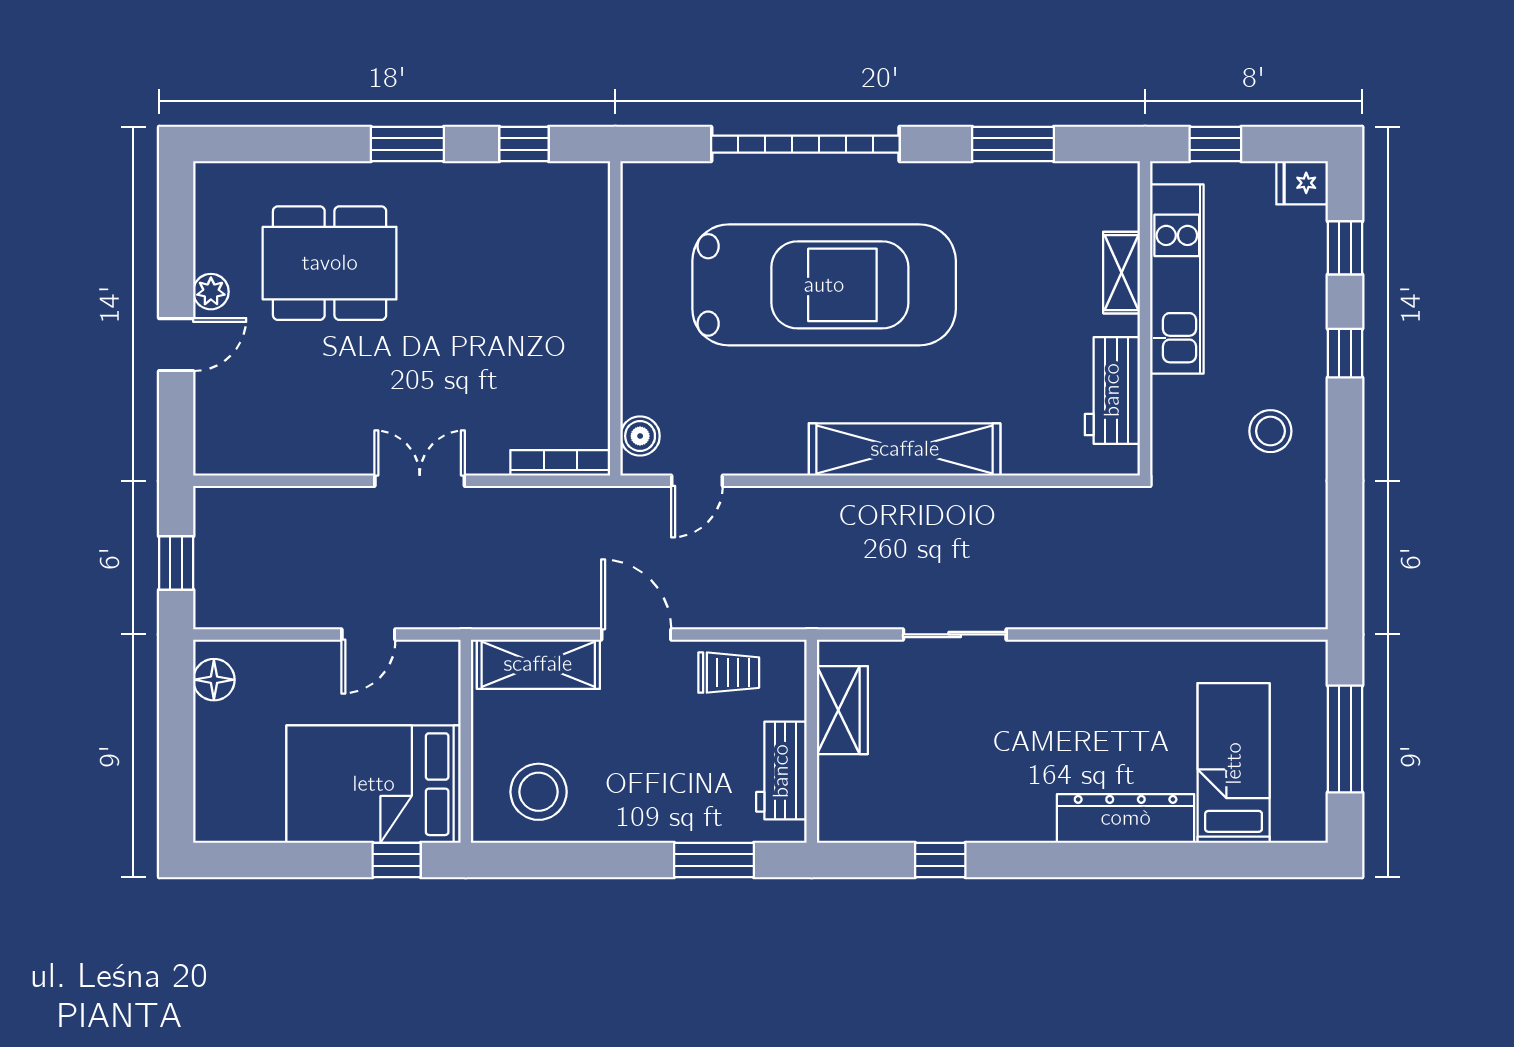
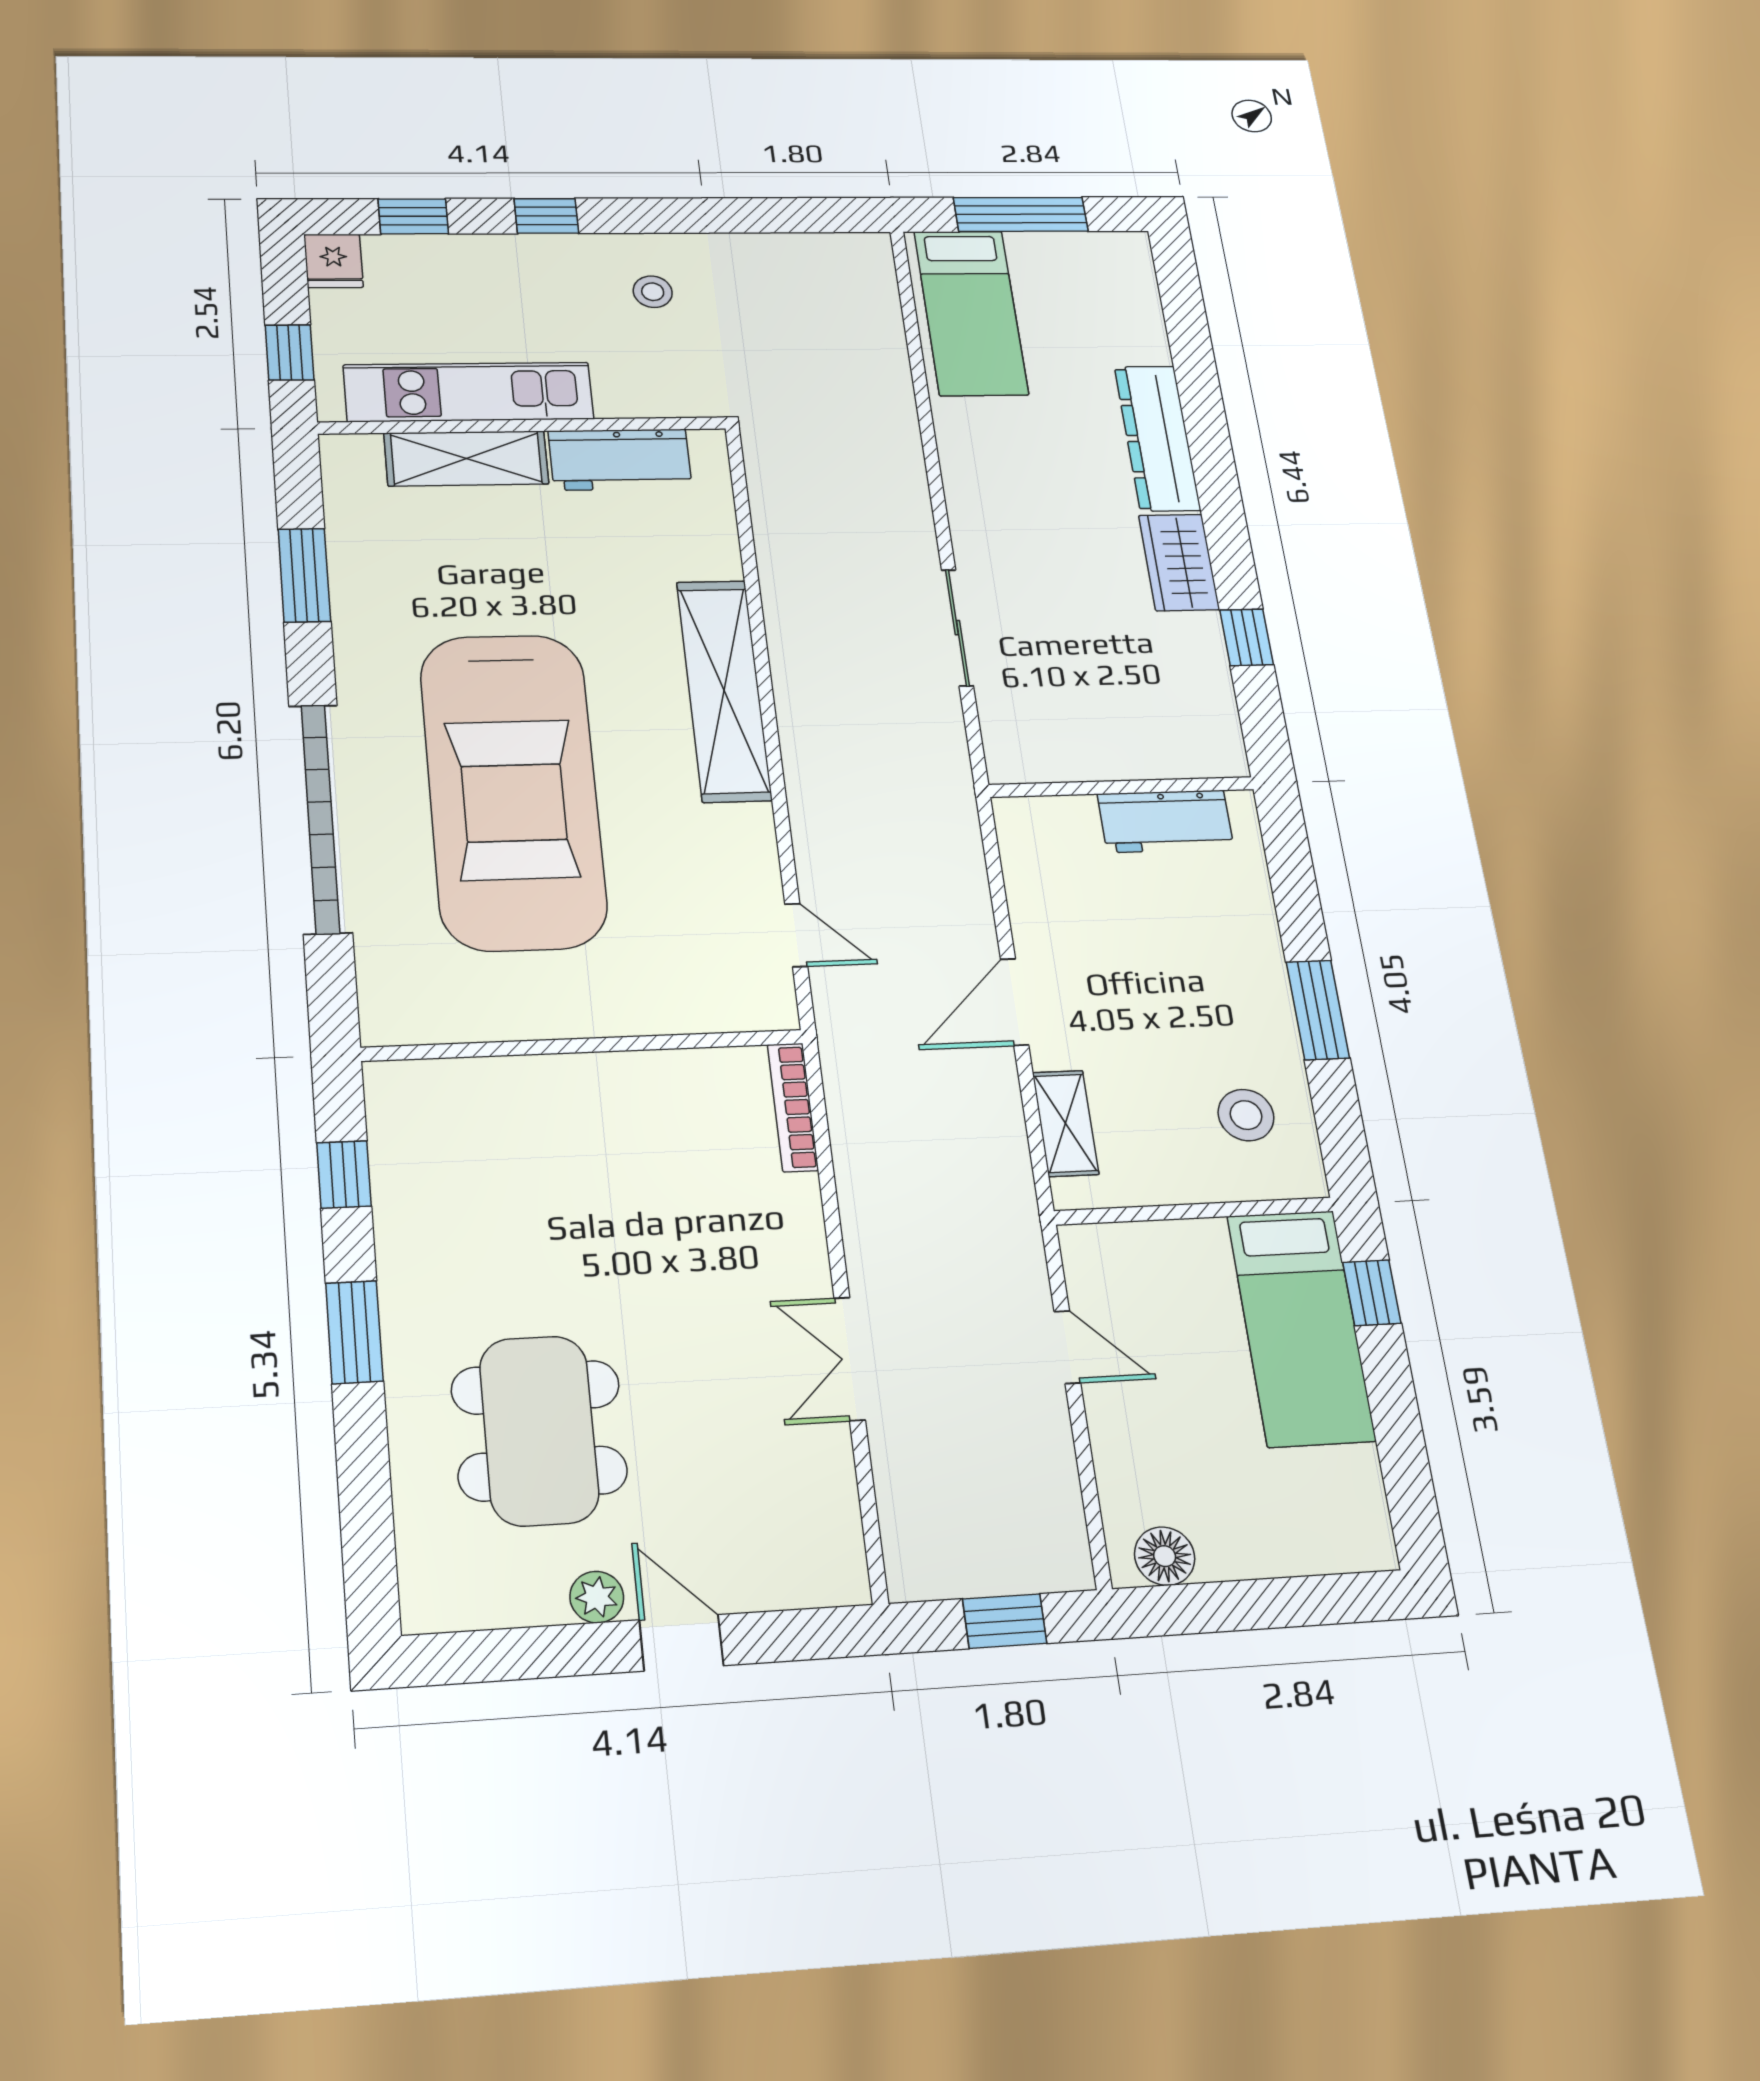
shelving: (1122, 273) -> (466, 458), width x1.50, depth x1.33
car: (824, 285) -> (513, 790), turned 180
stool: (1270, 431) -> (653, 292), width x0.73, depth x0.73
boiler: (640, 436) -> (744, 1008), removed
double door: (420, 481) -> (850, 1359), moved
shelving: (538, 664) -> (1066, 1123), width x0.67, depth x0.75
trolley: (729, 673) -> (1048, 888), removed
wardrobe: (842, 710) -> (1179, 562), moved, turned -90
bed: (1234, 763) -> (971, 313), moved, turned -90
bed: (374, 784) -> (1301, 1328), width x0.67
stool: (539, 792) -> (1246, 1115), width x0.73, depth x0.73
window: (714, 860) -> (1318, 1010), moved

